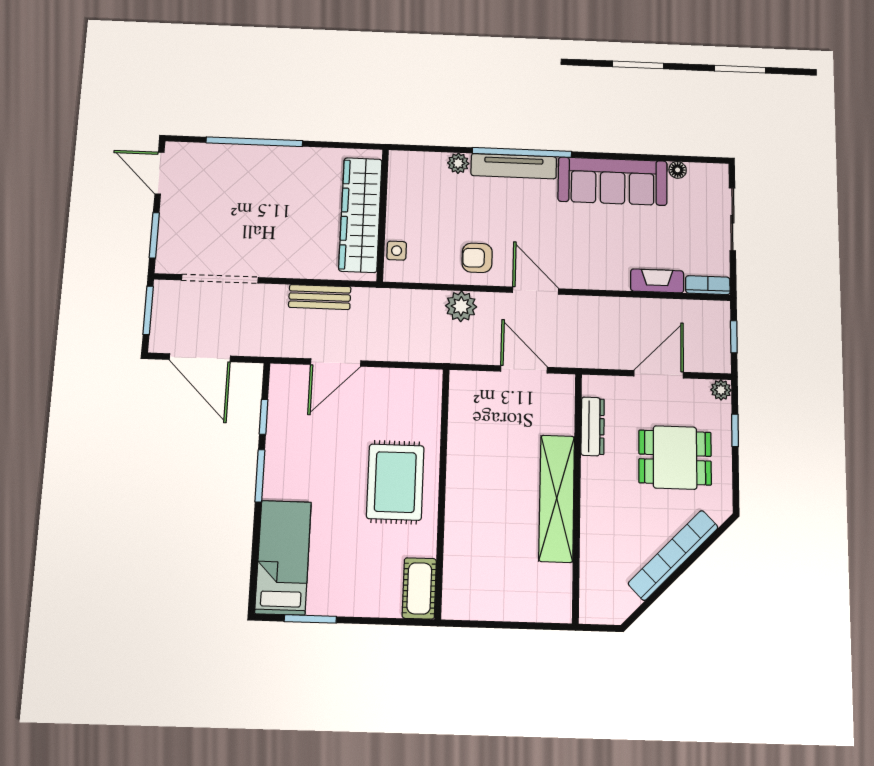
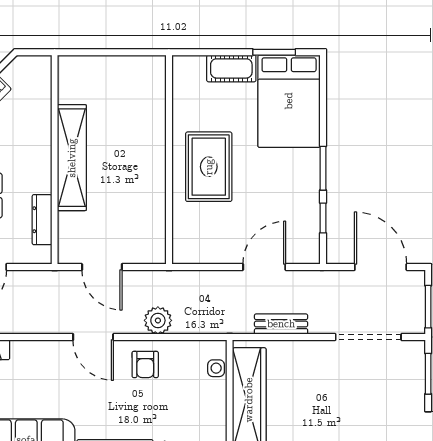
armchair: (477, 258) -> (145, 364), turned 90
bed: (283, 558) -> (289, 101), width x1.50
cot: (419, 588) -> (231, 68), moved, turned 90

